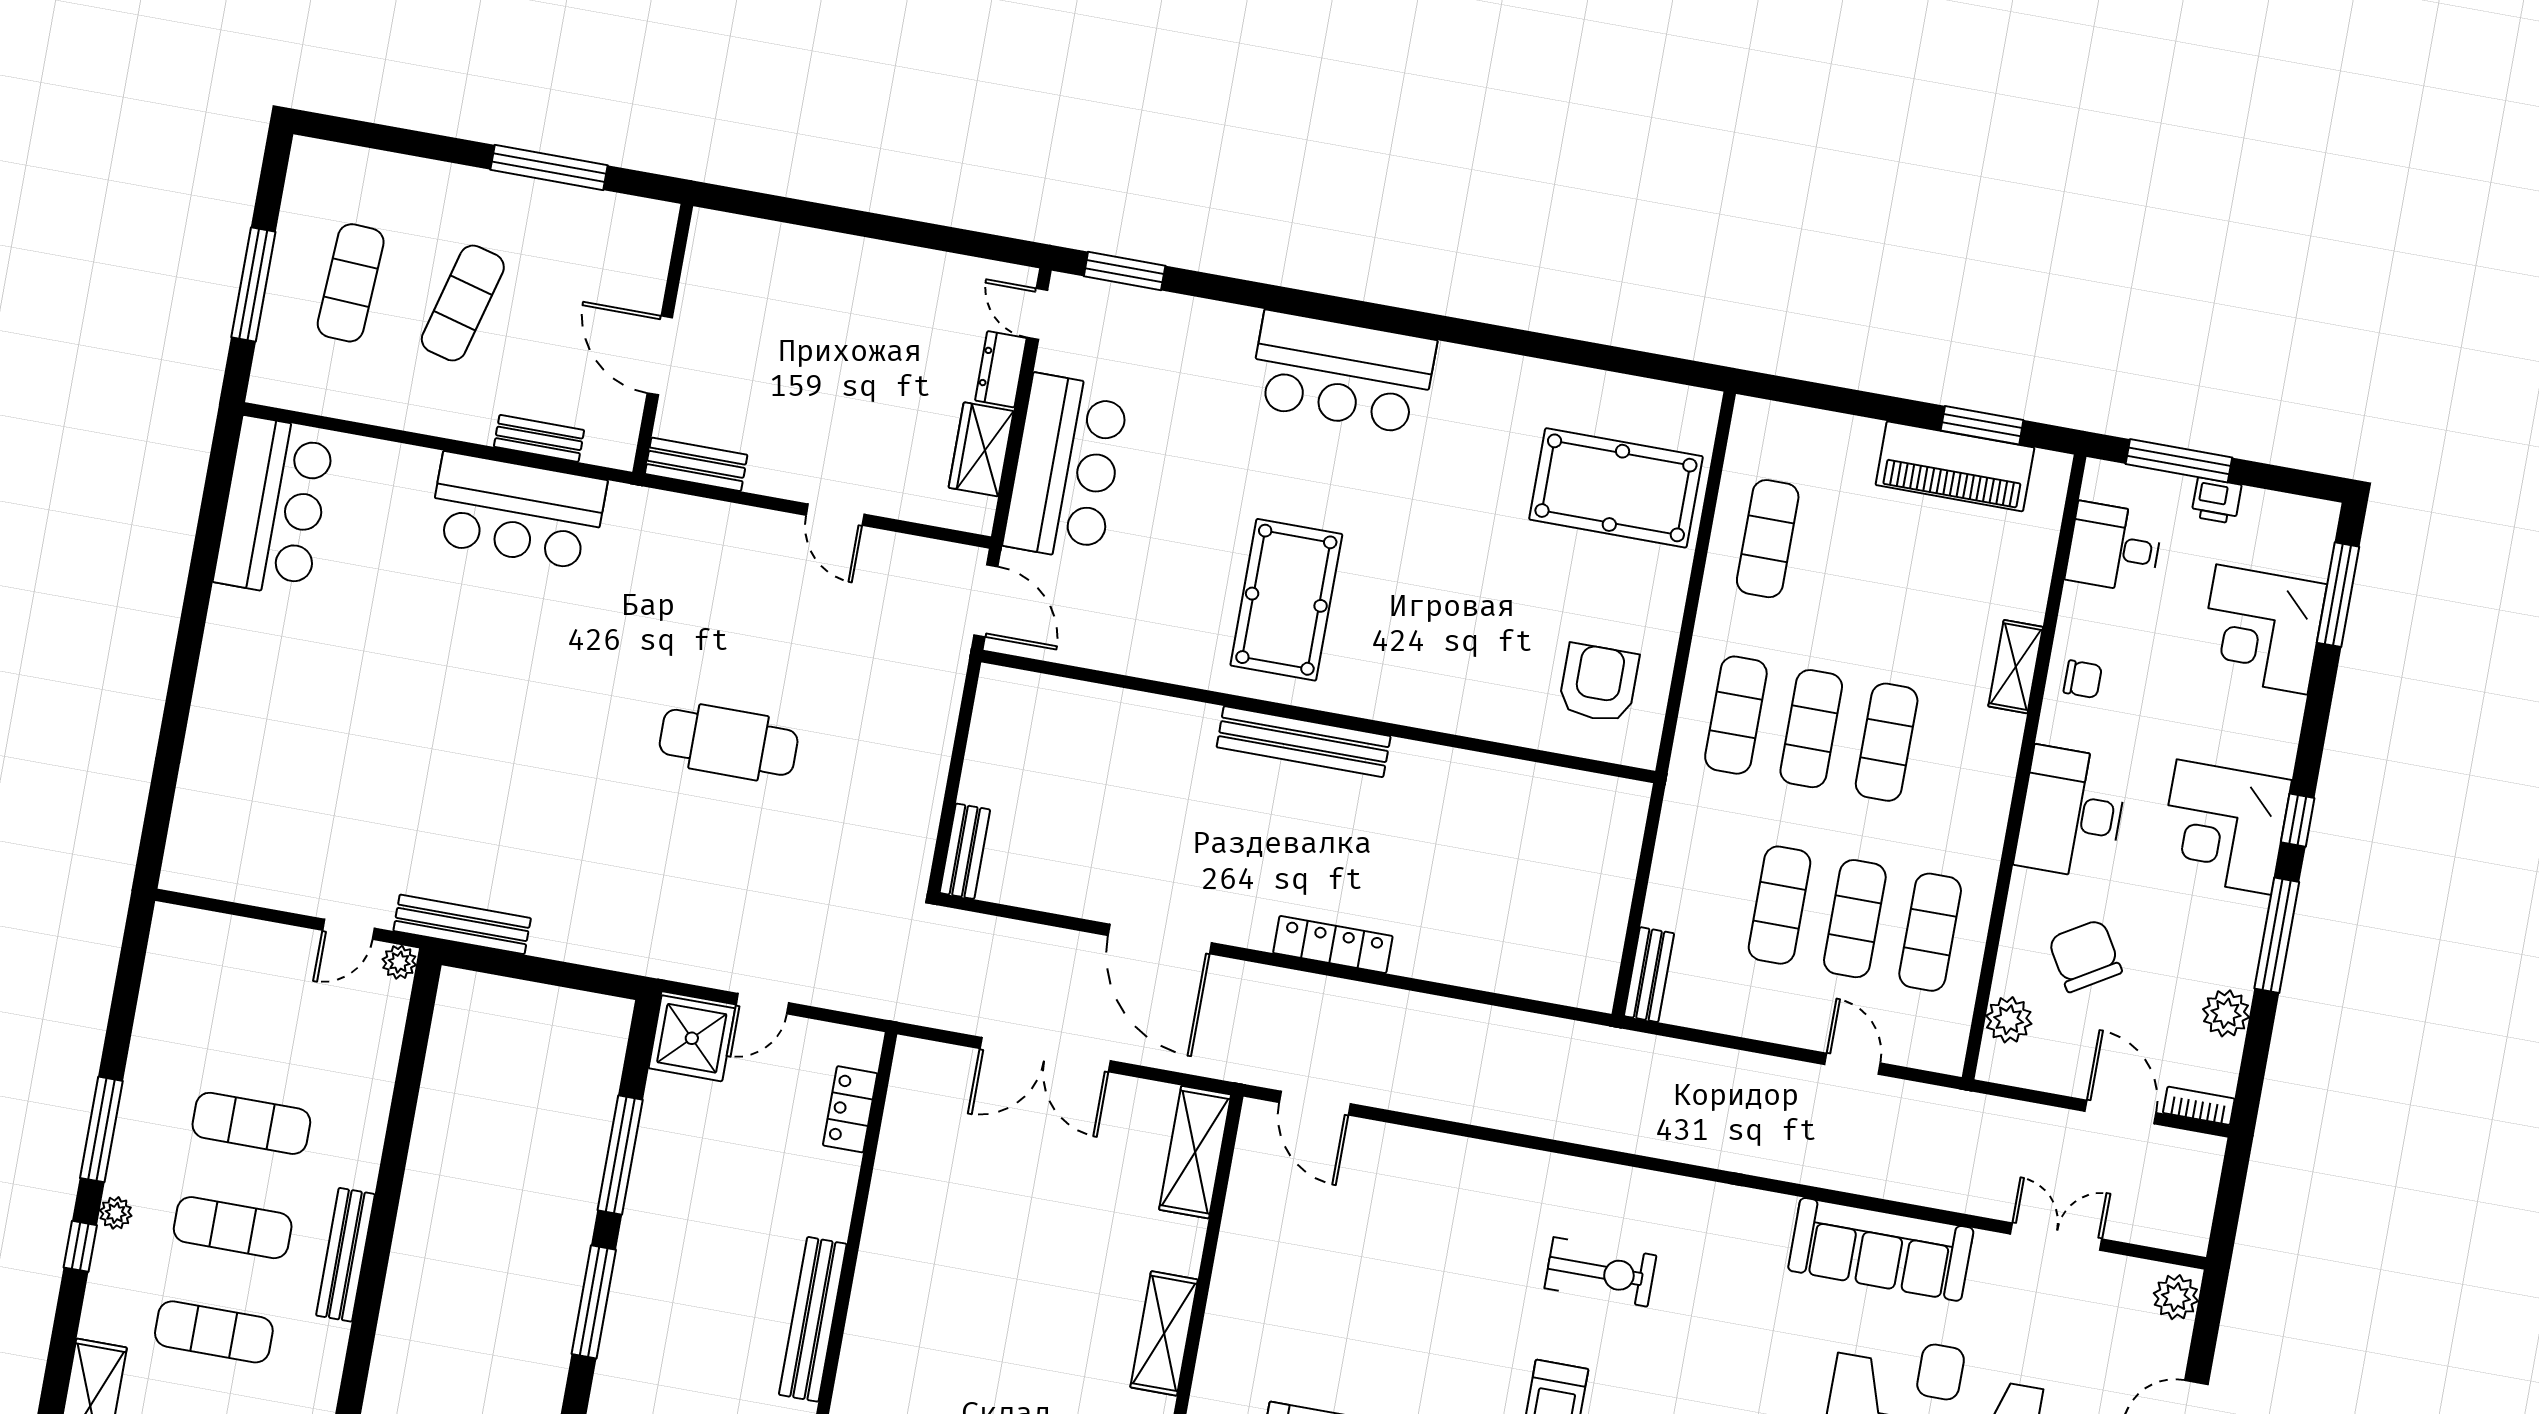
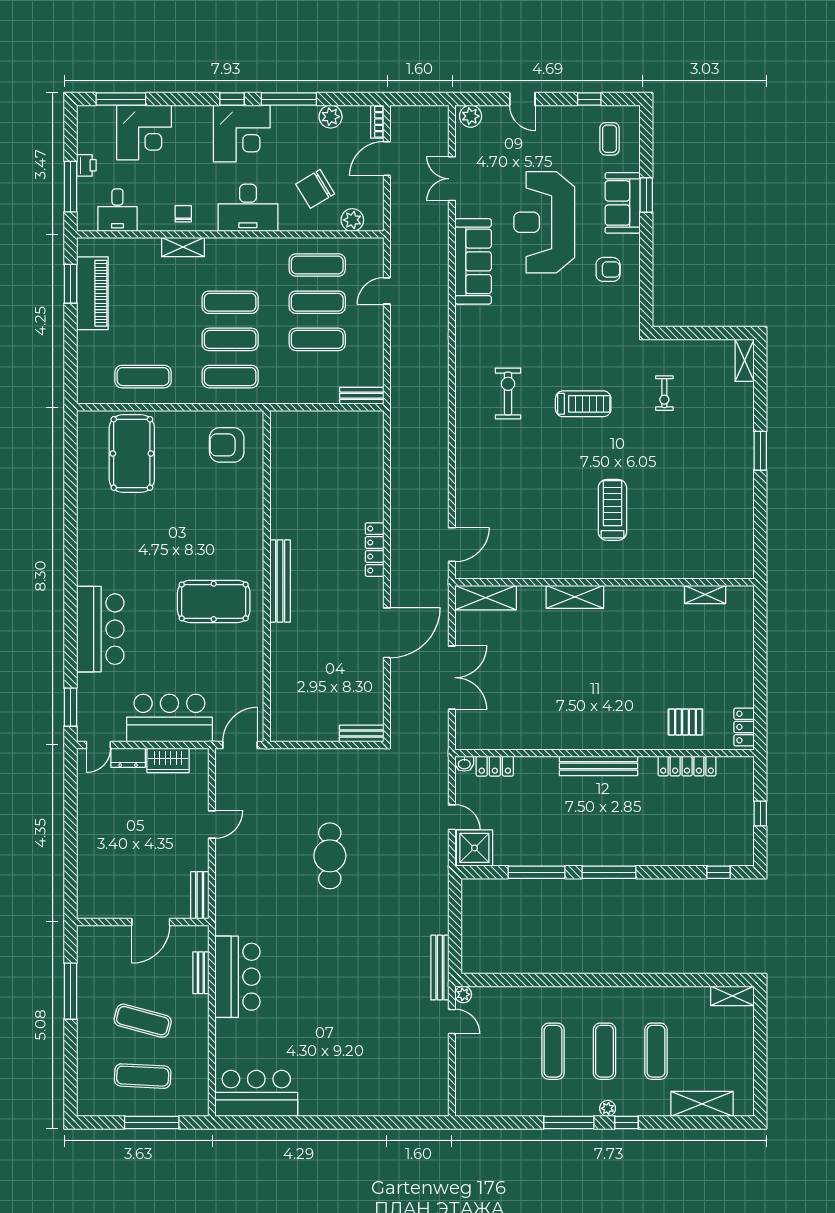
bar counter: (1343, 373) -> (100, 629), moved
washbasin: (866, 1048) -> (464, 764), added
bench: (345, 1255) -> (608, 995), removed

